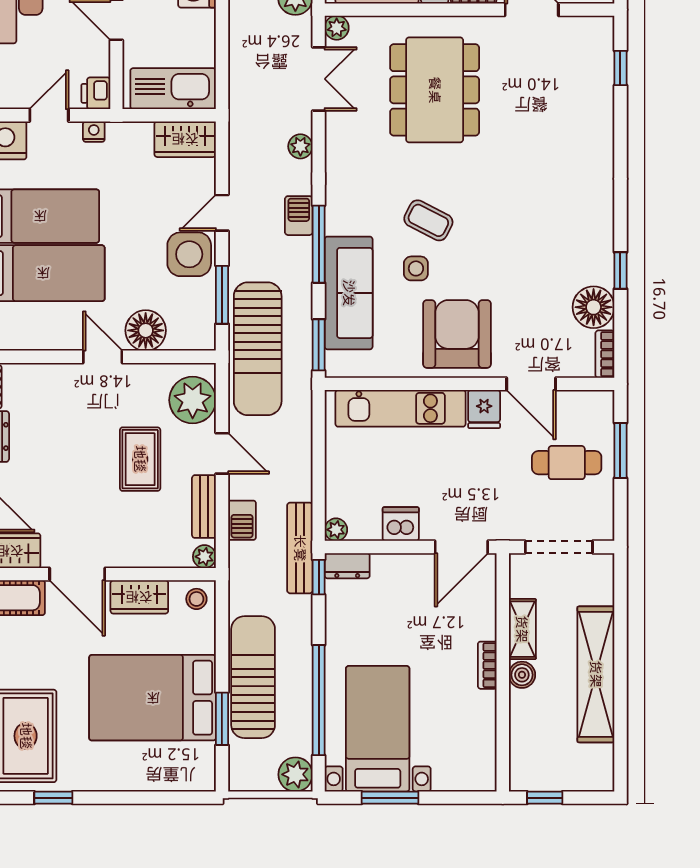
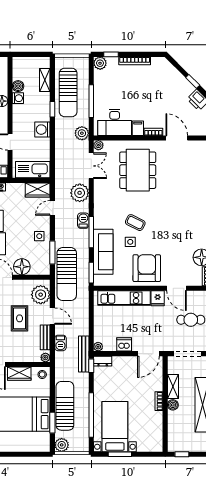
plant: (300, 146) -> (80, 193), width x1.88, depth x1.88
door: (222, 213) -> (52, 208), moved
side table: (189, 254) -> (39, 236), width x0.54, depth x0.54
plant: (295, 774) -> (62, 445), moved

